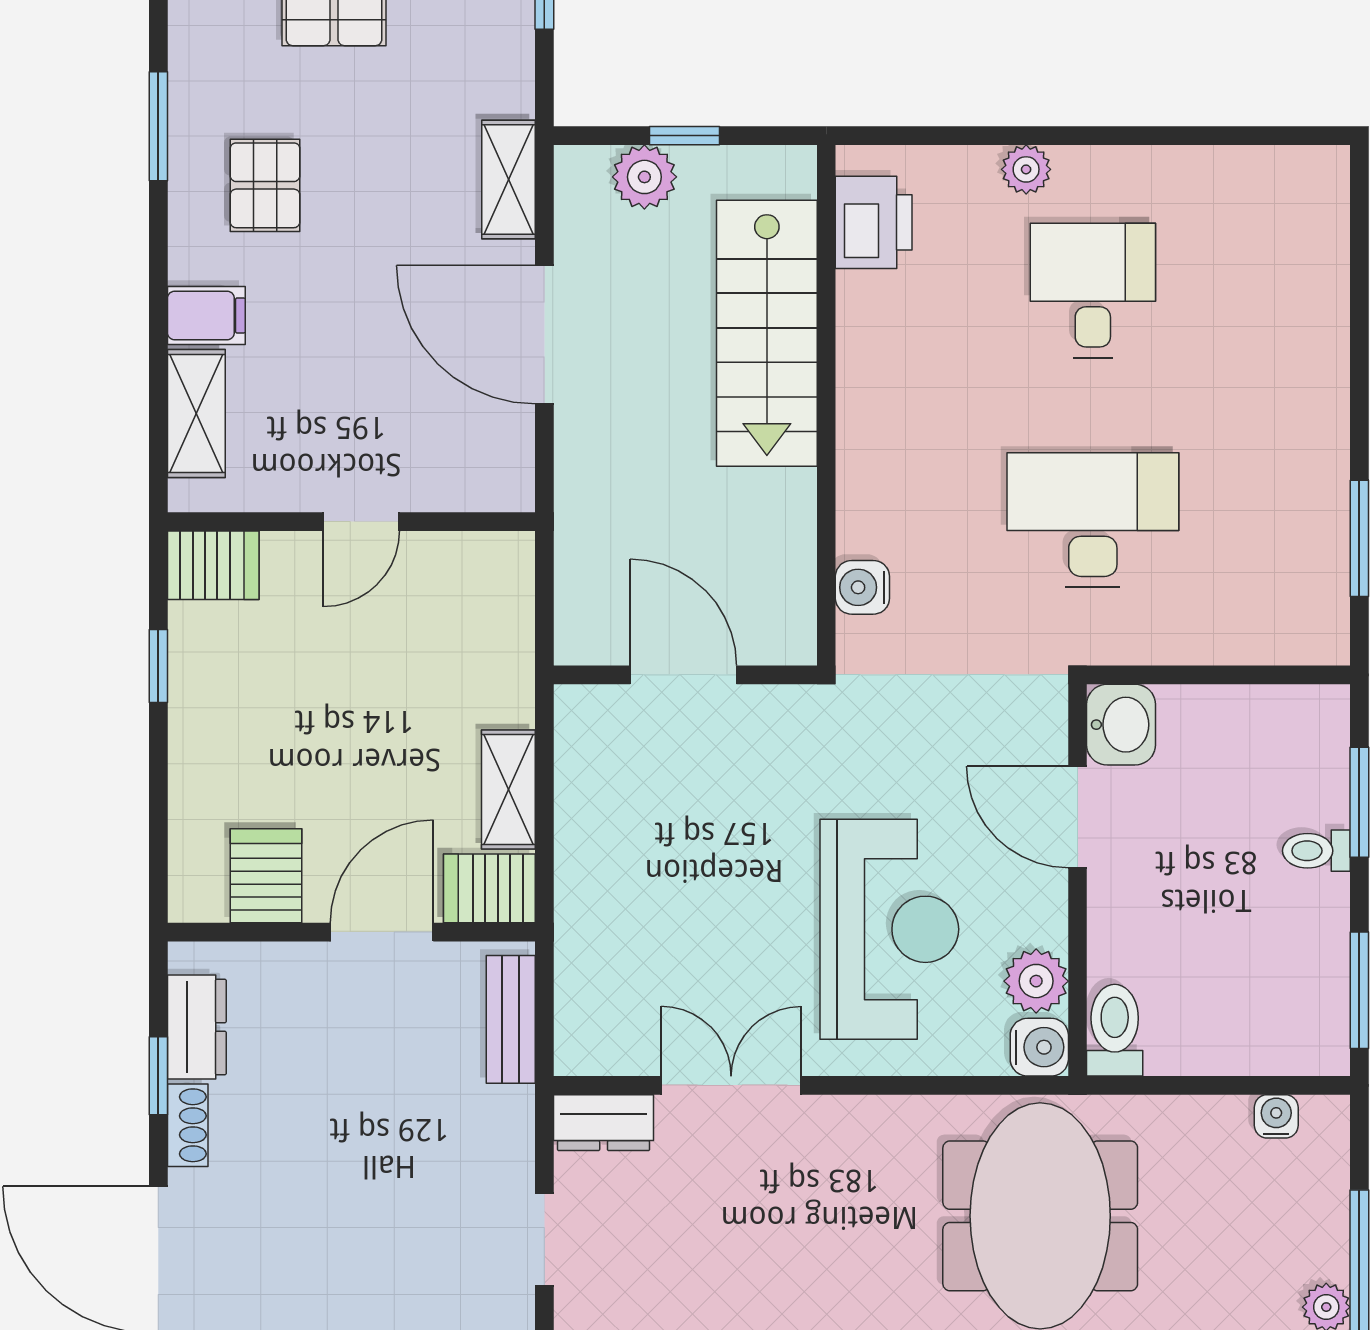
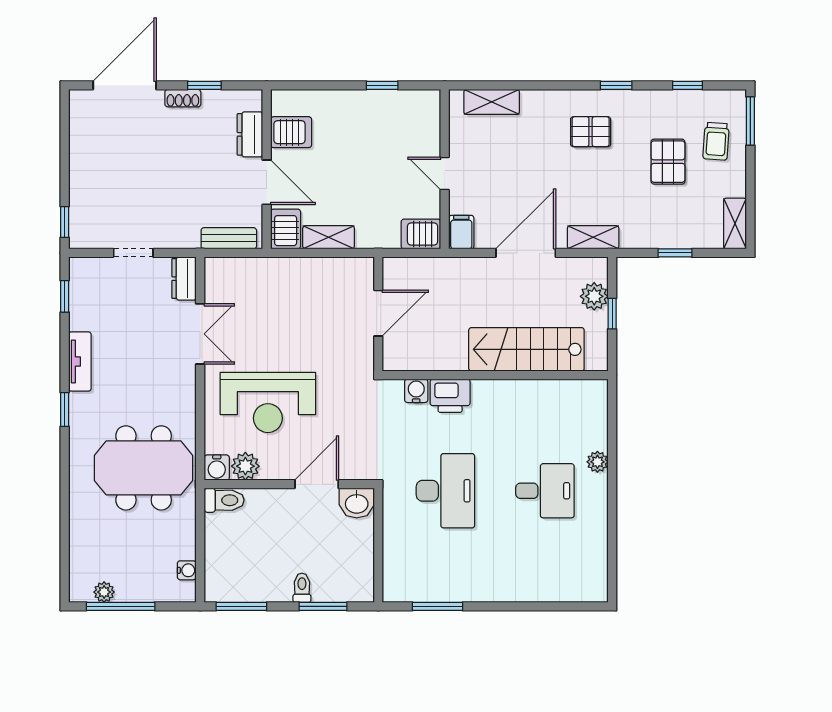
window: (158, 126) -> (616, 85), width x0.67
printer: (874, 222) -> (450, 396), moved
filing cabinet: (206, 315) -> (461, 232), moved, turned 180
server rack: (213, 565) -> (421, 234), moved, turned 90
dresser: (197, 1027) -> (250, 134), moved, turned 90

